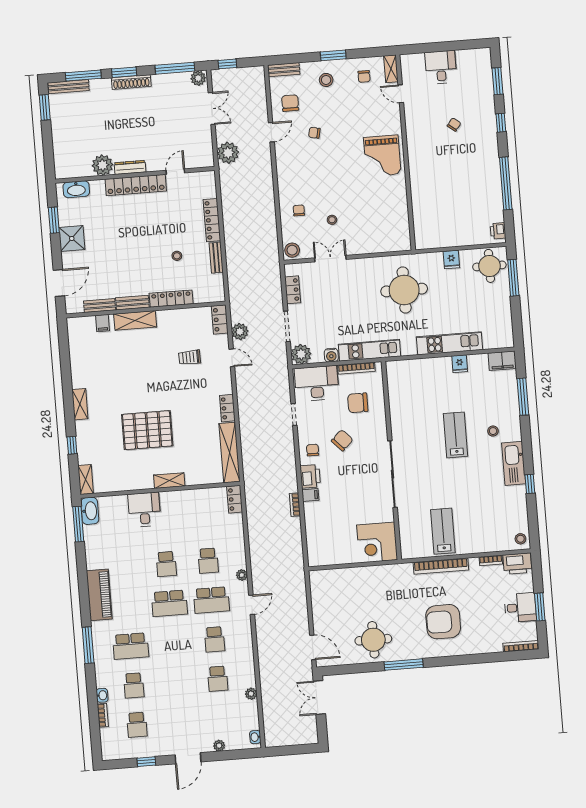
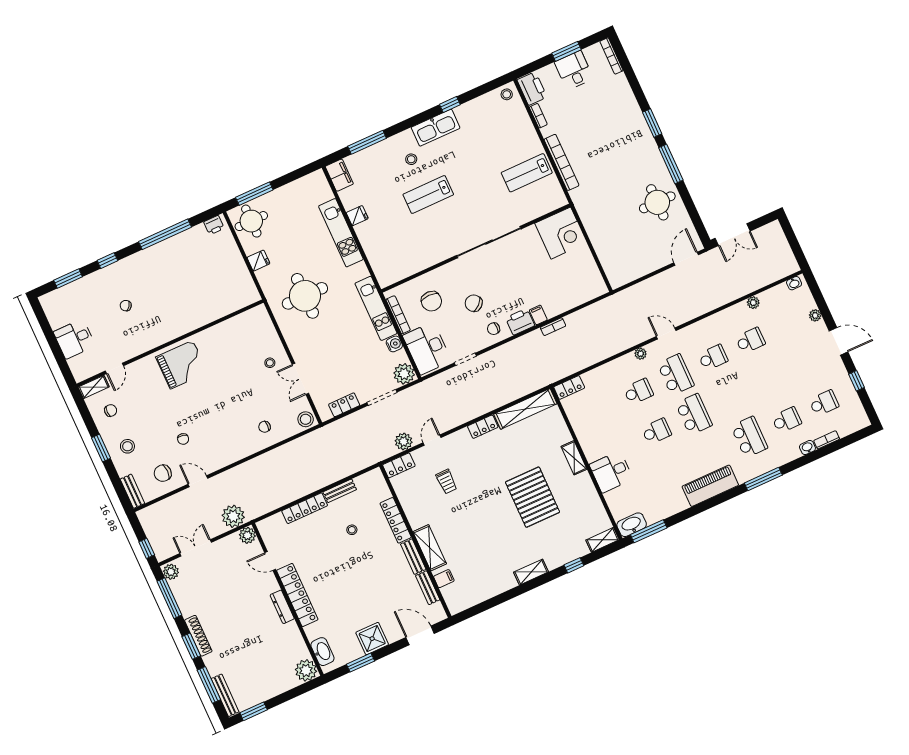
plant: (206, 159) -> (247, 535), added
plant: (103, 165) -> (306, 670), moved
stool: (332, 220) -> (270, 363), moved
armchair: (443, 622) -> (615, 140), removed
window: (447, 661) -> (652, 123), added

